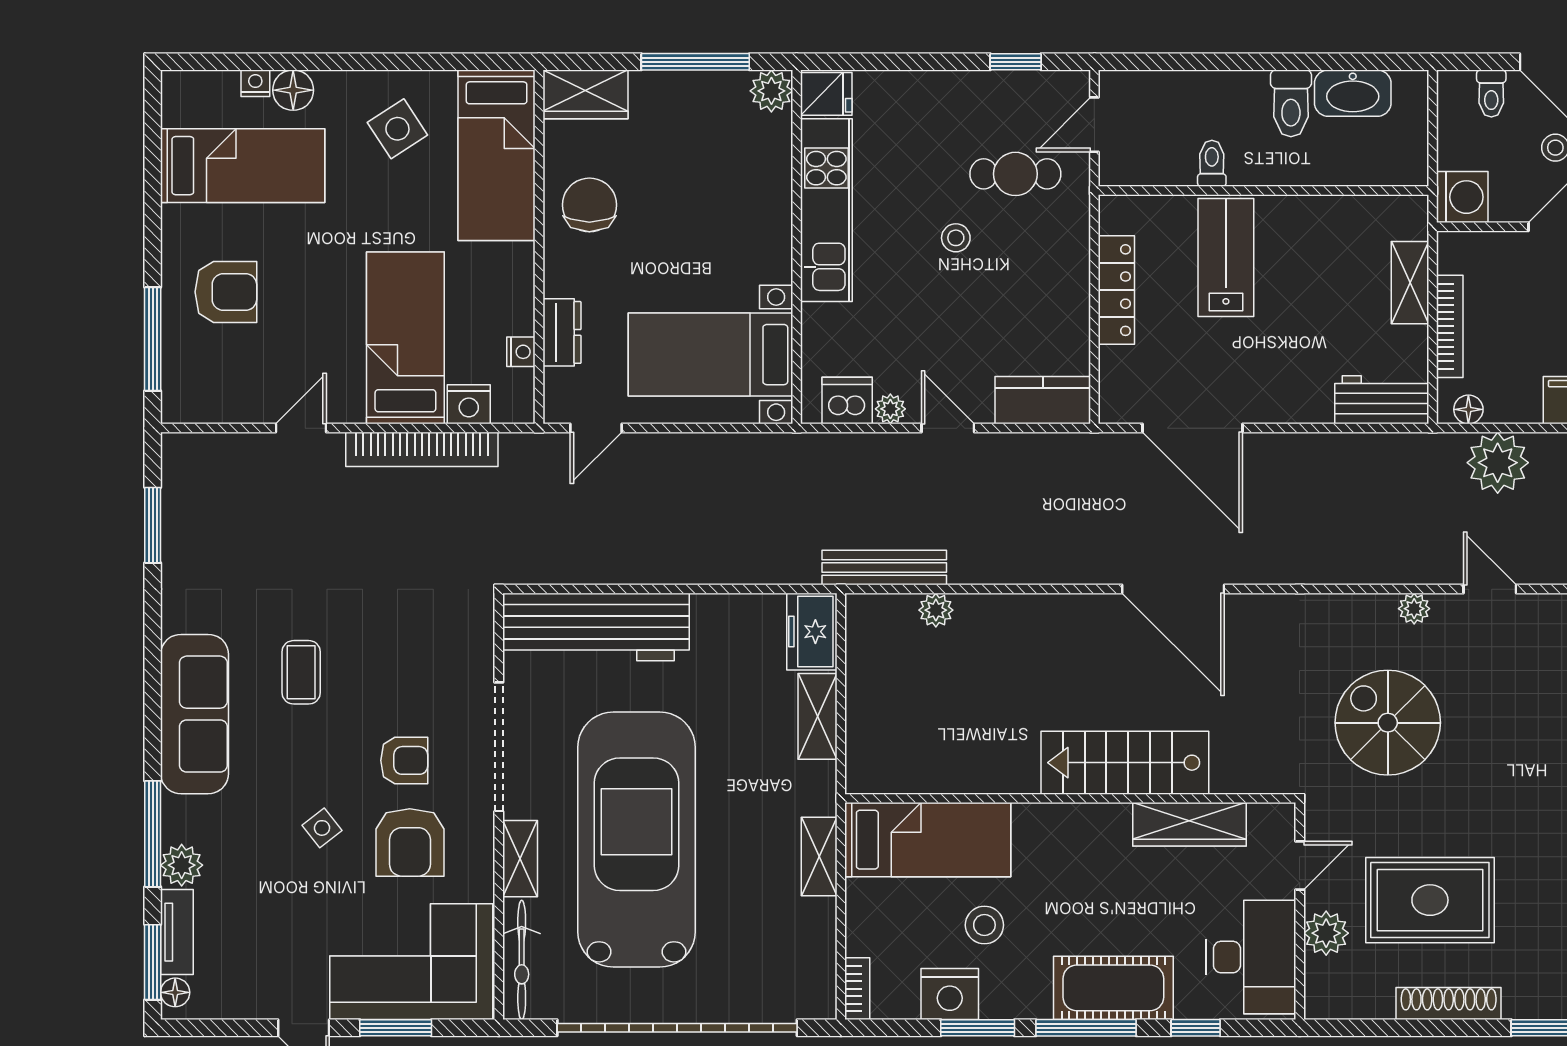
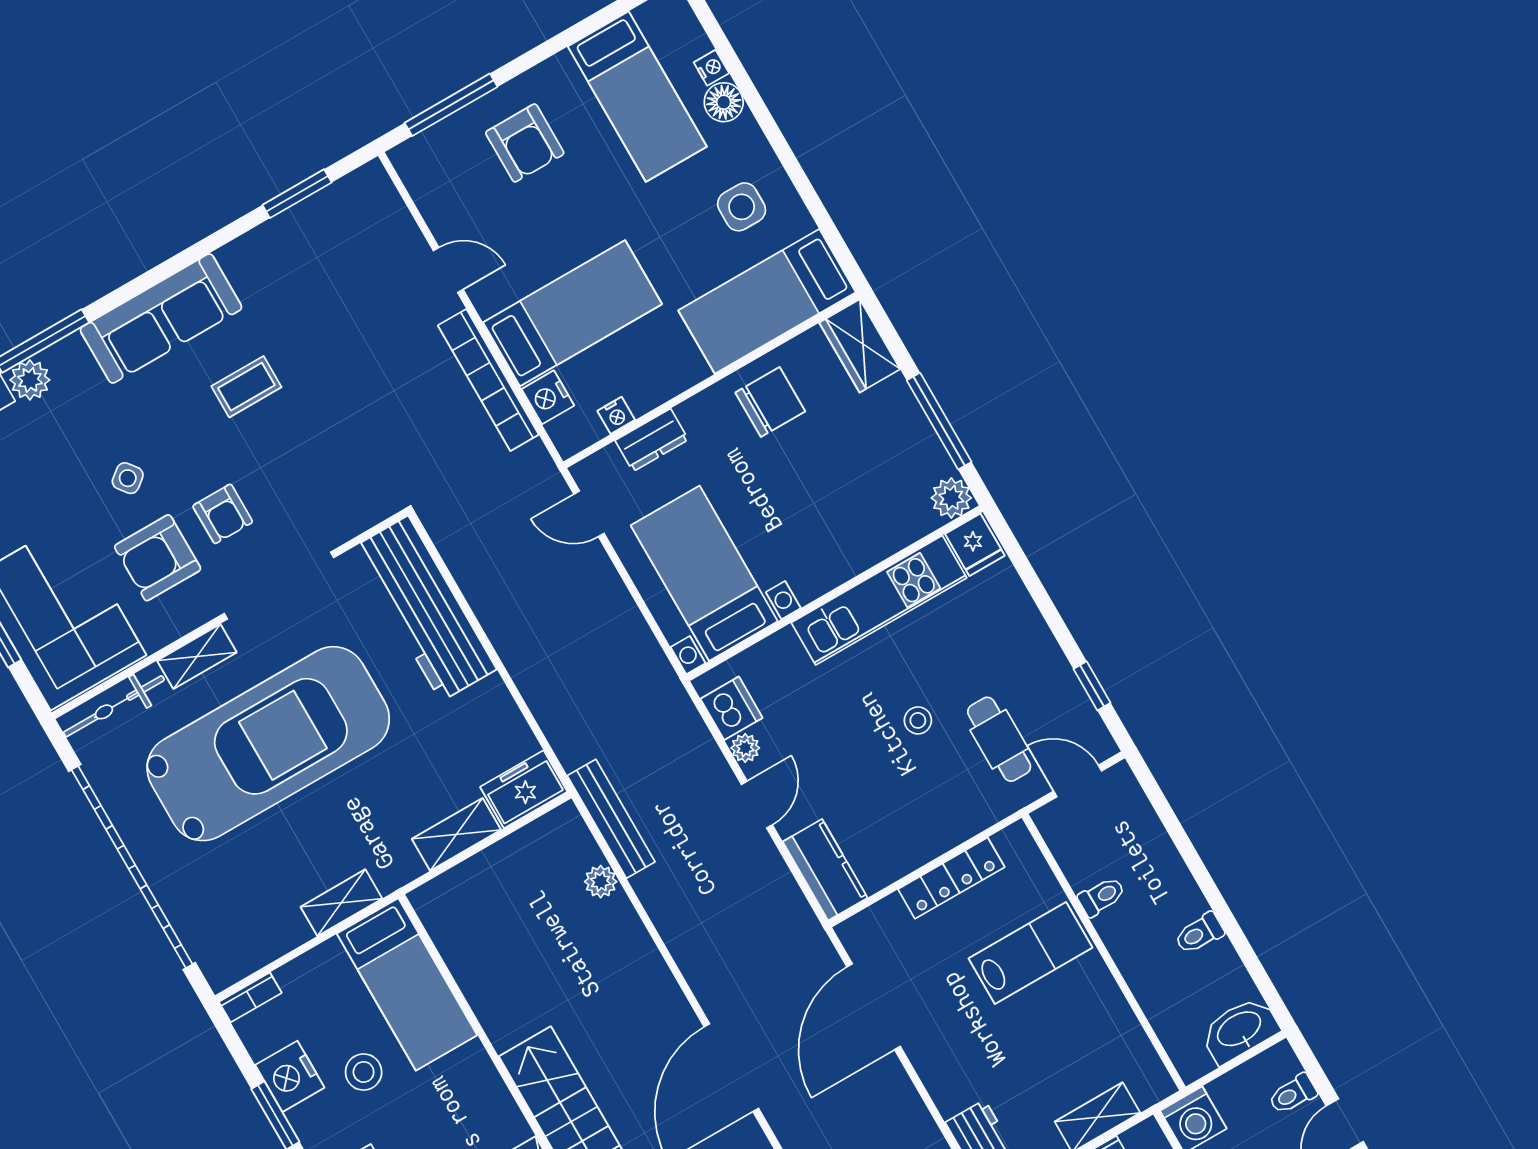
washbasin: (1353, 93) -> (1240, 1030), moved, turned 90
toilet: (1291, 103) -> (1199, 933), width x0.73, depth x0.72
side table: (397, 129) -> (742, 207), turned 33

